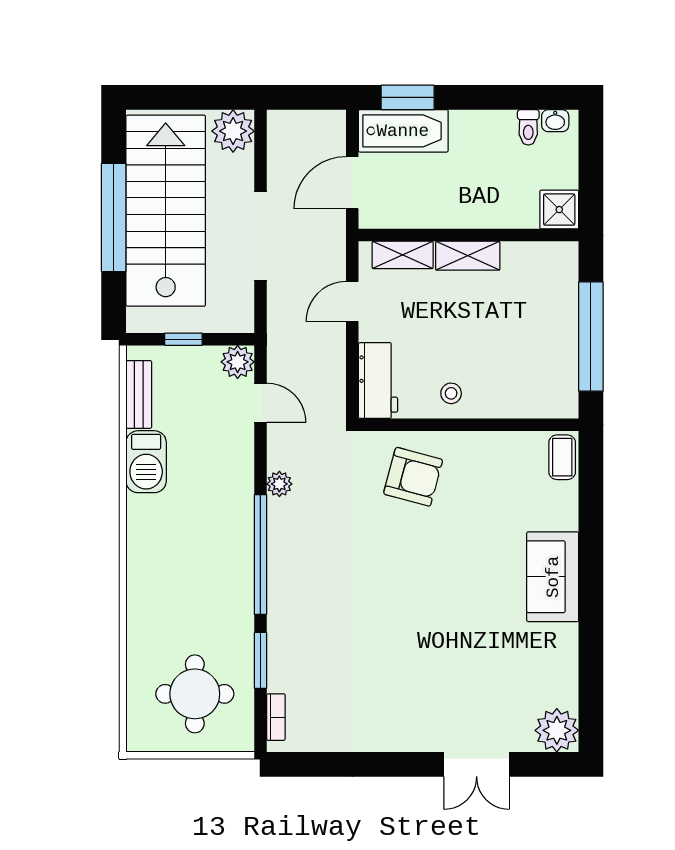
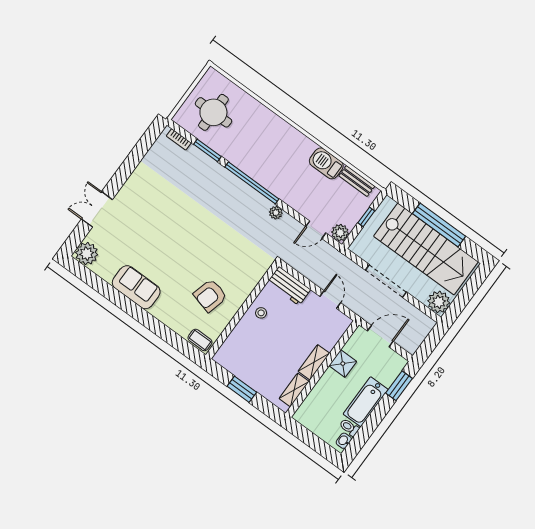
bathtub: (403, 131) -> (366, 402), moved
door: (352, 183) -> (380, 336), hinge flipped
shower: (559, 210) -> (343, 364), moved
shelving: (403, 255) -> (294, 390), moved
window: (591, 337) -> (242, 389), width x0.47
armchair: (413, 477) -> (210, 295), moved
sofa: (553, 577) -> (136, 287), moved

